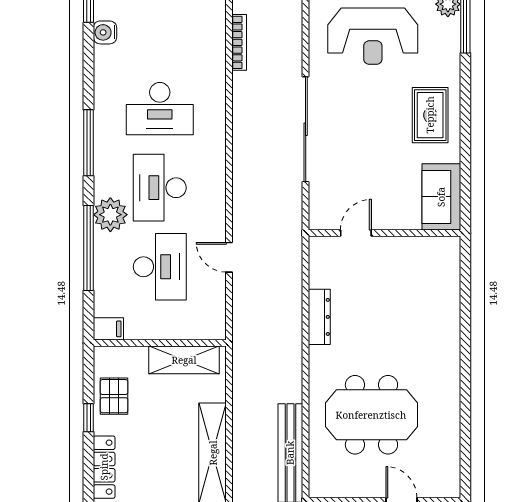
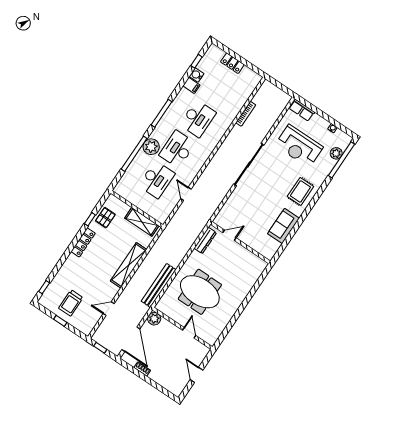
desk: (160, 109) -> (198, 119), turned -90
door: (356, 233) -> (229, 235), moved
wall: (384, 233) -> (240, 243), moved
filing cabinet: (108, 329) -> (191, 85), moved

